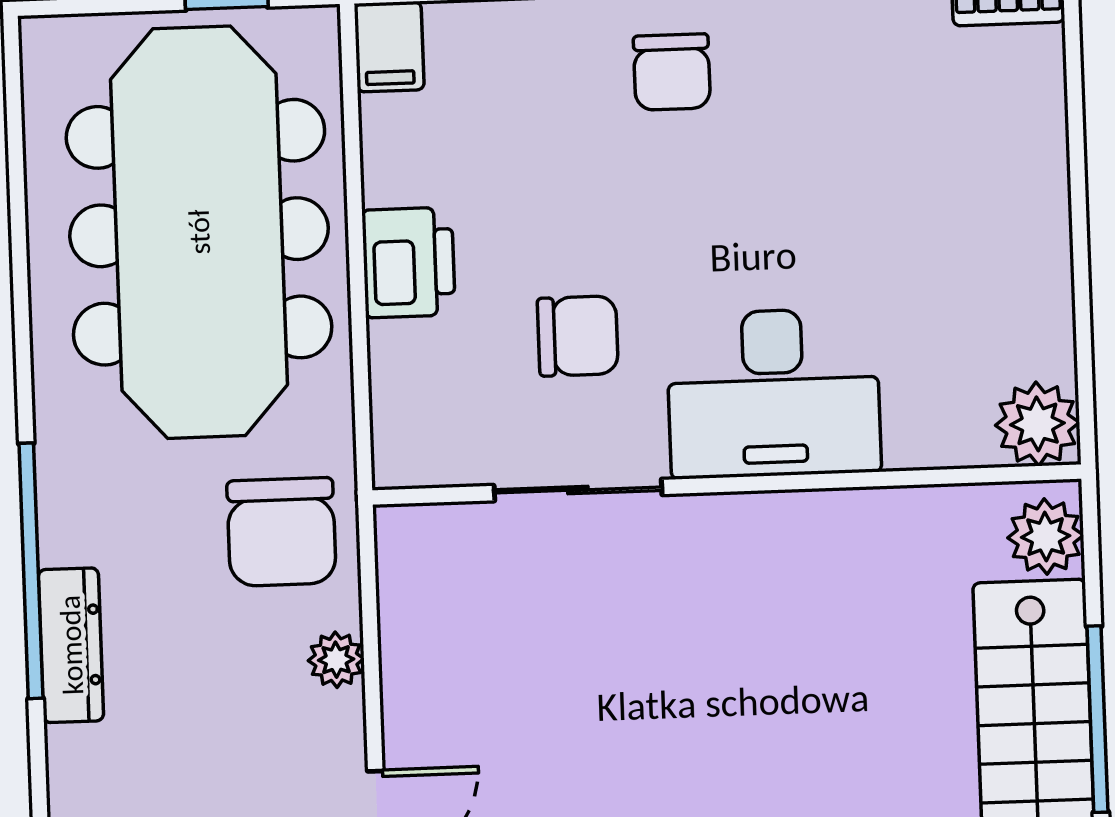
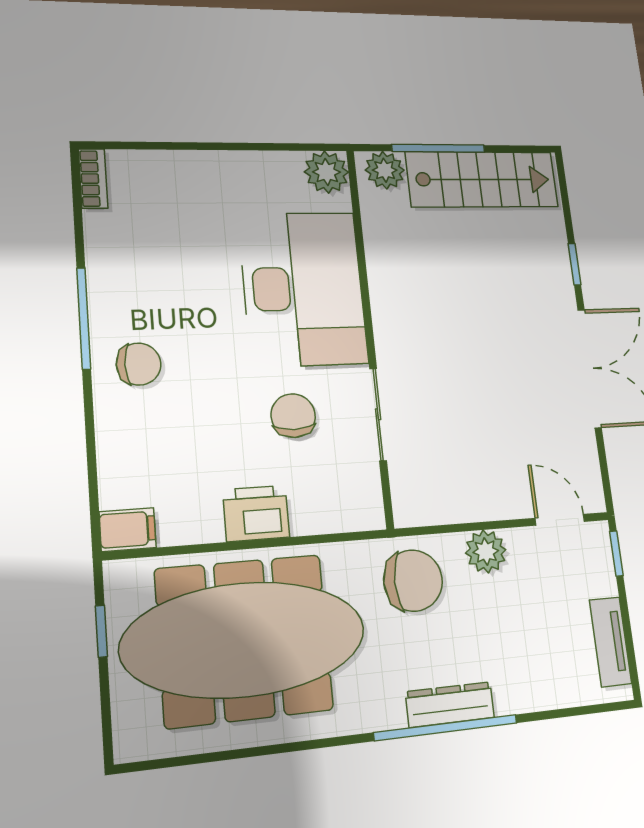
desk: (774, 393) -> (303, 288), width x1.36, depth x1.30
dresser: (71, 645) -> (450, 705), moved
plant: (336, 660) -> (486, 551), width x1.38, depth x1.38
window: (1097, 719) -> (439, 148), moved

